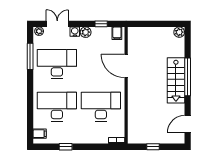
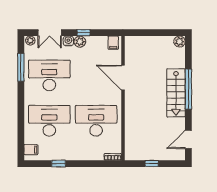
double door: (57, 24) -> (50, 33), swing flipped
window: (101, 24) -> (84, 33), moved

